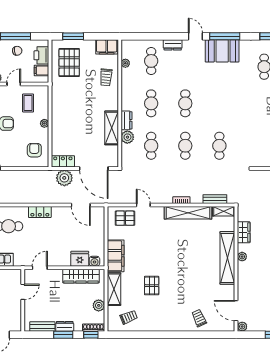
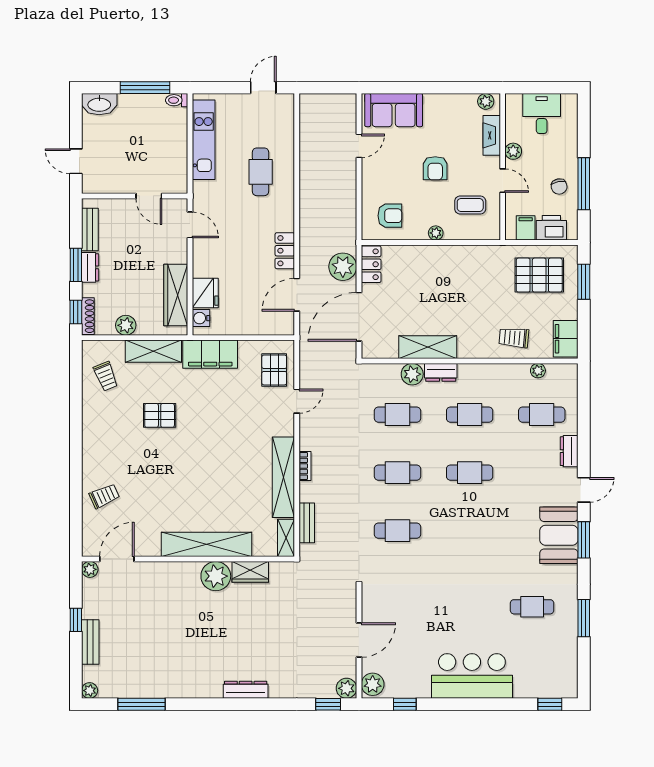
window: (225, 36) -> (584, 540), width x0.69
locker: (40, 212) -> (285, 251), moved
plant: (242, 257) -> (216, 576), width x1.87, depth x1.87

